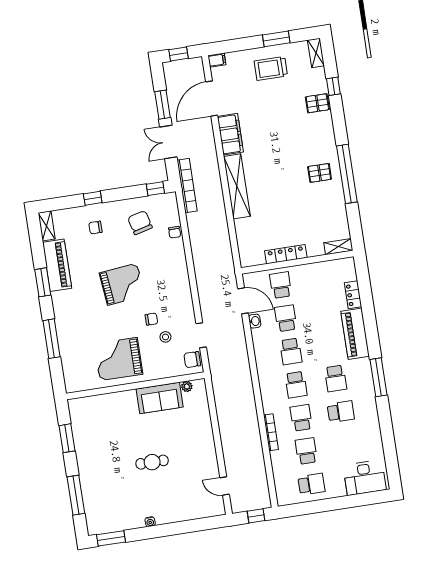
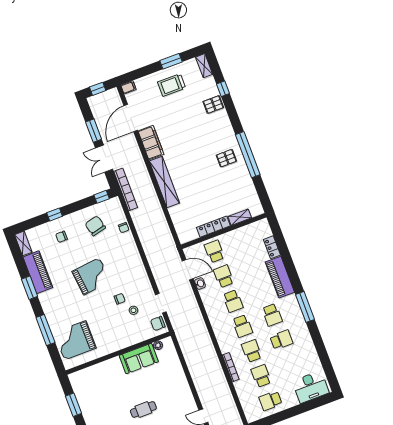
shelving: (338, 247) -> (240, 217), moved
grand piano: (118, 359) -> (75, 340), moved
school desk: (311, 484) -> (270, 401), turned 180

